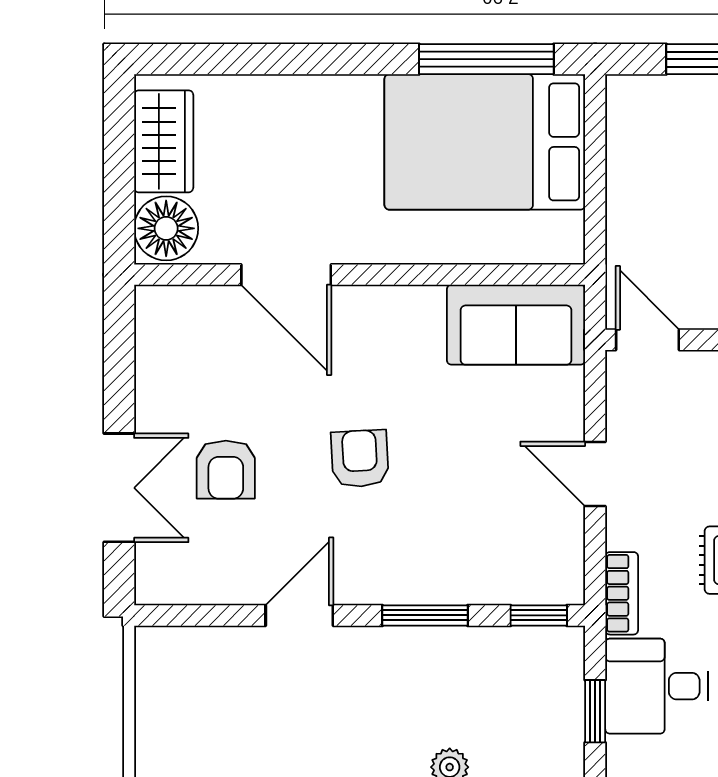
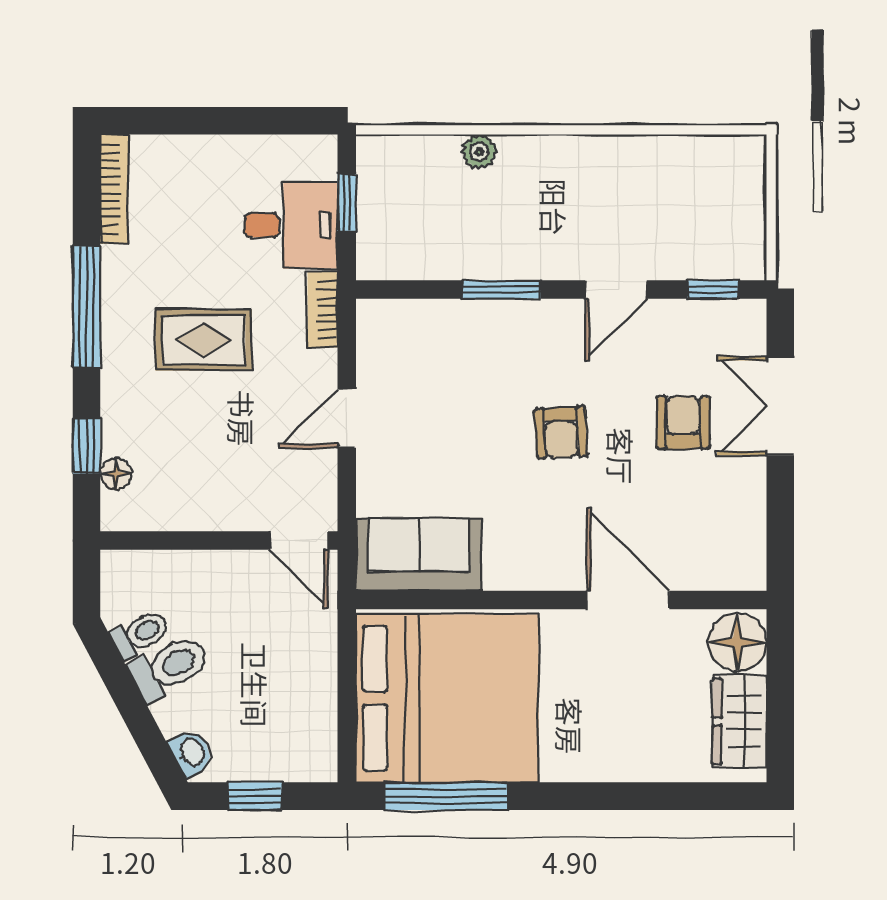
bed: (485, 142) -> (447, 698), width x1.36
door: (595, 474) -> (347, 418), swing flipped
window: (539, 615) -> (713, 290), moved

